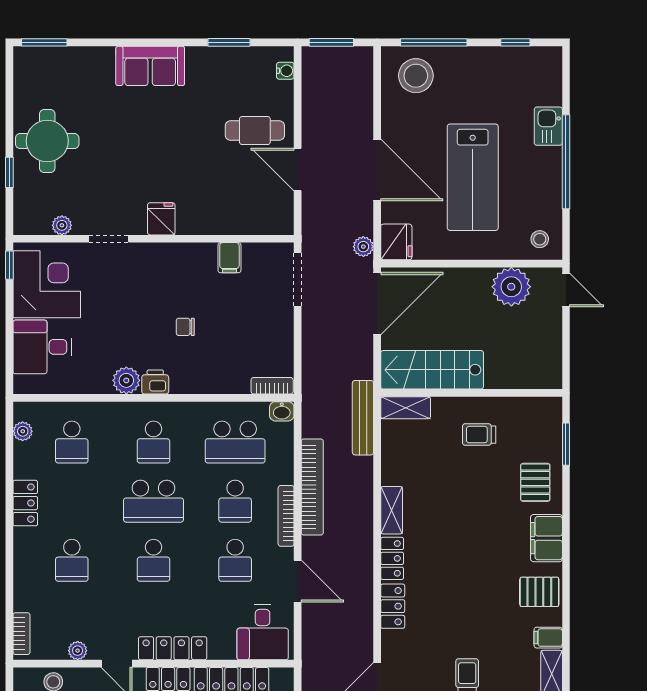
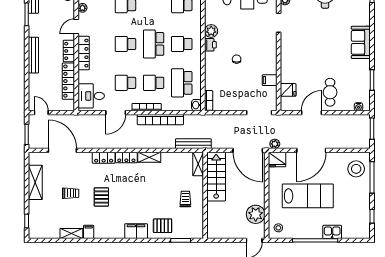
lab bench: (473, 177) -> (308, 196), turned 180
fridge: (161, 219) -> (288, 90), moved
pallet: (539, 592) -> (101, 197), moved

